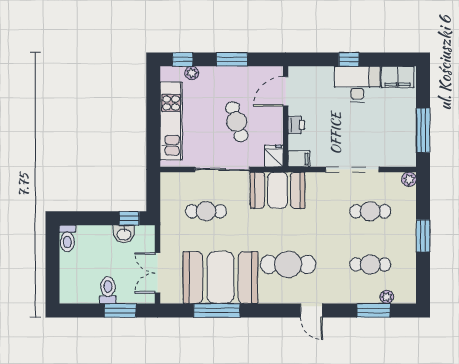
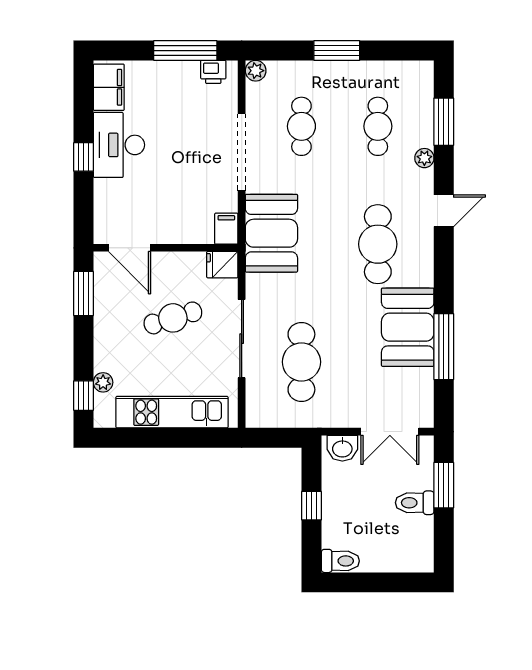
window: (232, 59) -> (84, 294), moved
printer: (296, 125) -> (213, 72), moved, turned 180
booth: (278, 190) -> (271, 233), moved
cafe table: (206, 211) -> (301, 362), width x1.37, depth x1.35
window: (129, 218) -> (311, 506), moved
washbasin: (124, 234) -> (342, 448), moved, turned 90
booth: (220, 278) -> (408, 327), width x0.73, depth x0.70
plant: (387, 297) -> (424, 158), moved

